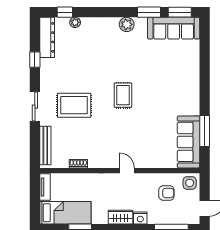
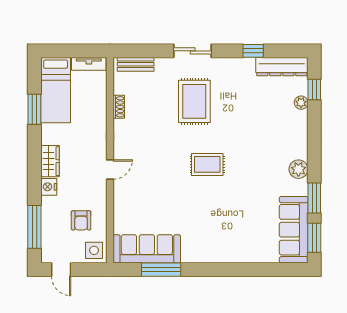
bench: (45, 146) -> (136, 64), width x0.73

